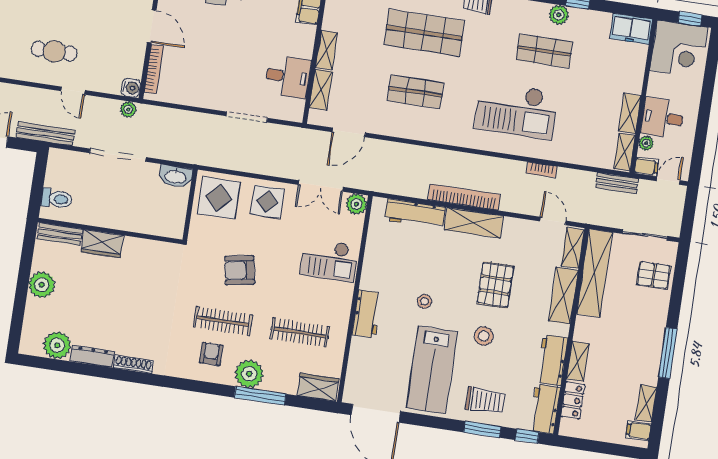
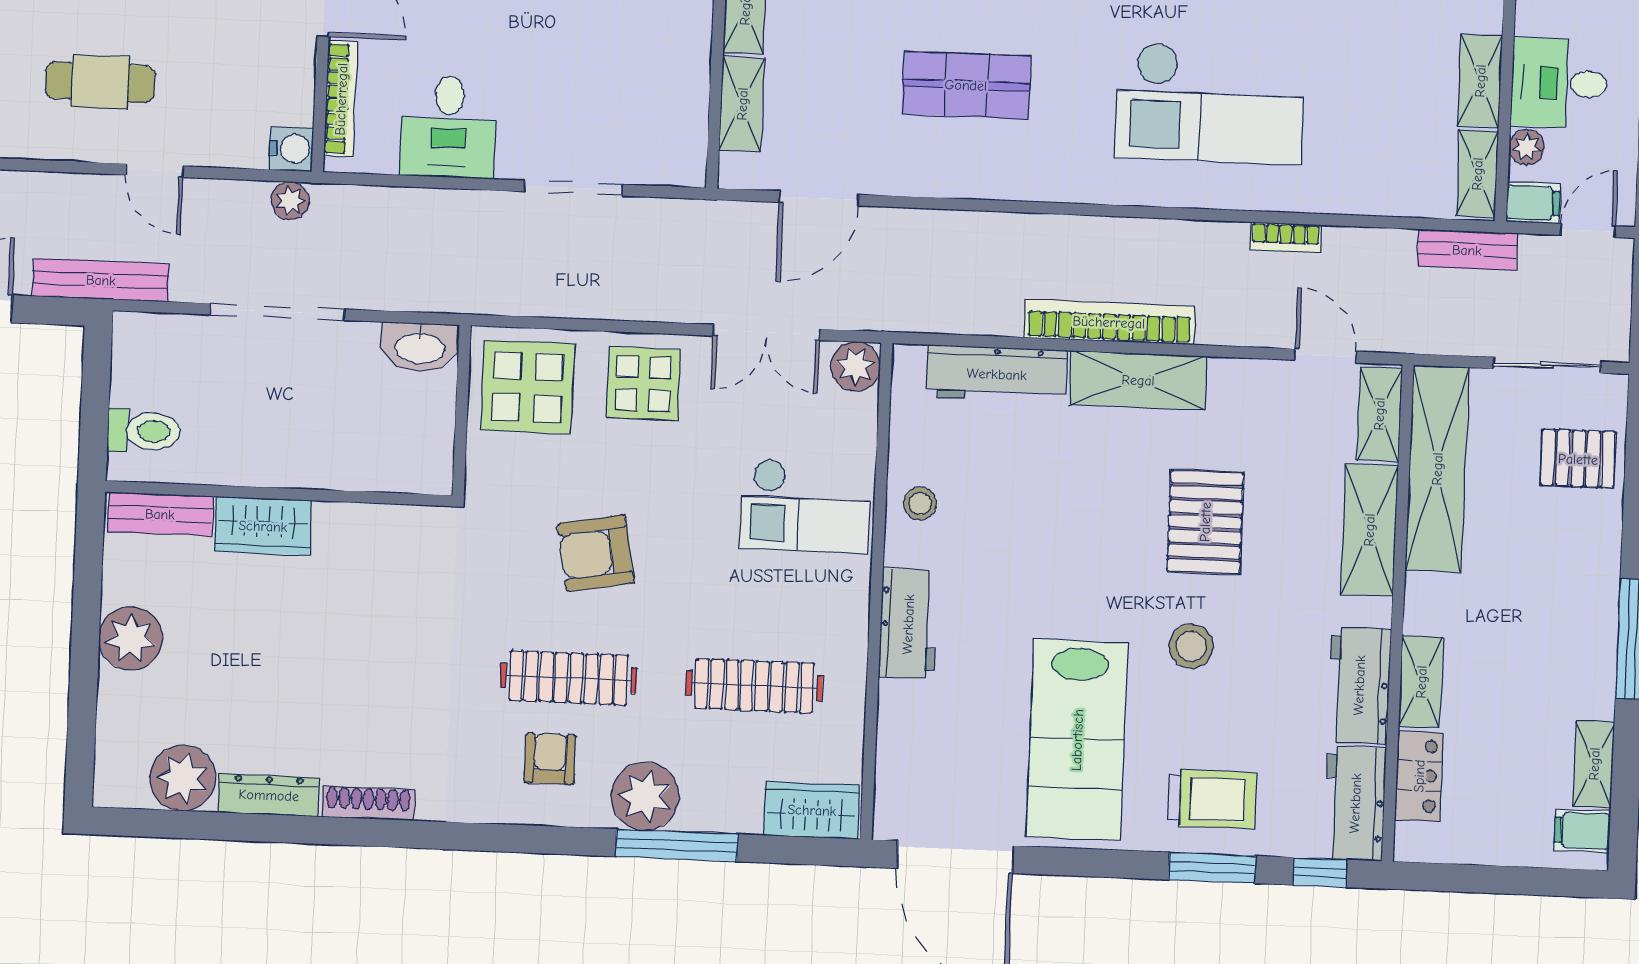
desk: (288, 77) -> (448, 127), moved, turned 90
stool: (424, 301) -> (920, 503), moved

